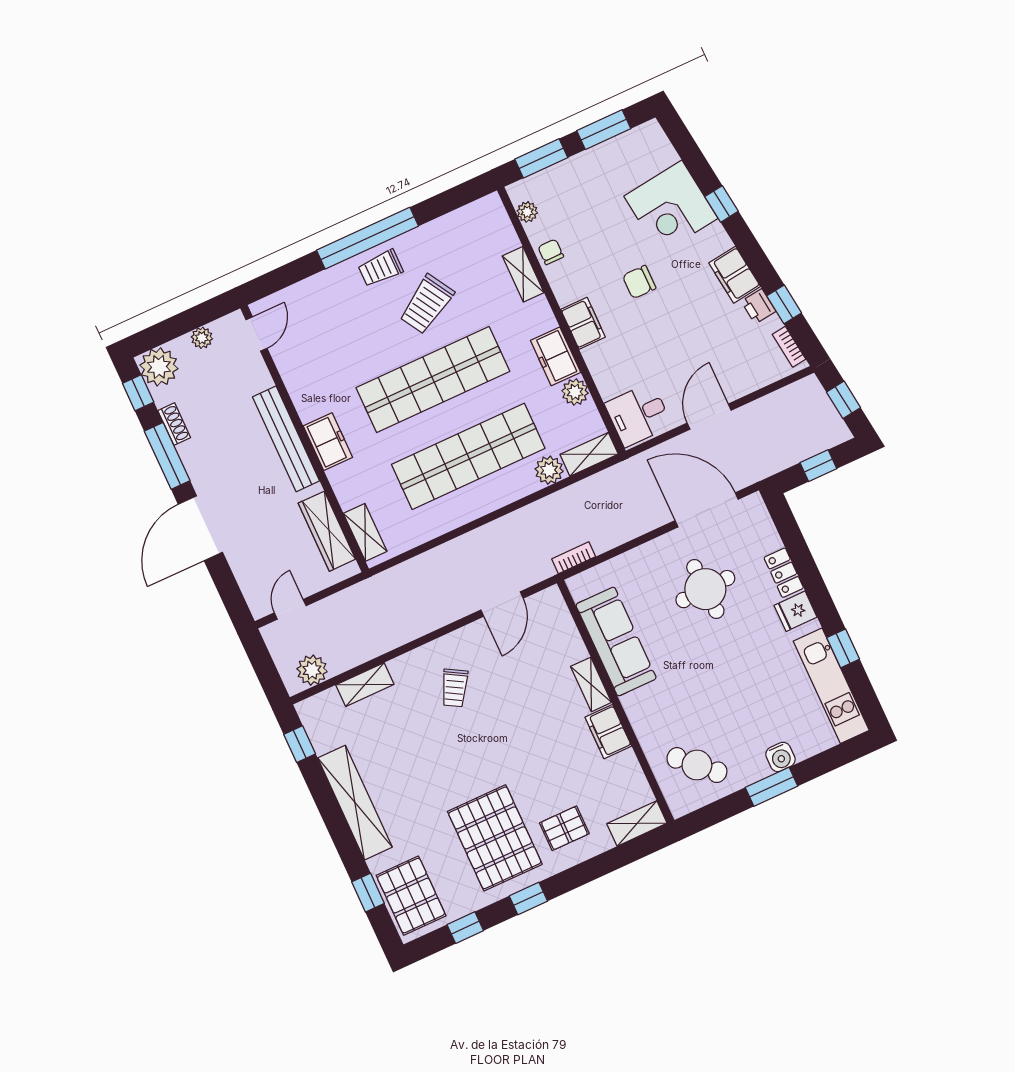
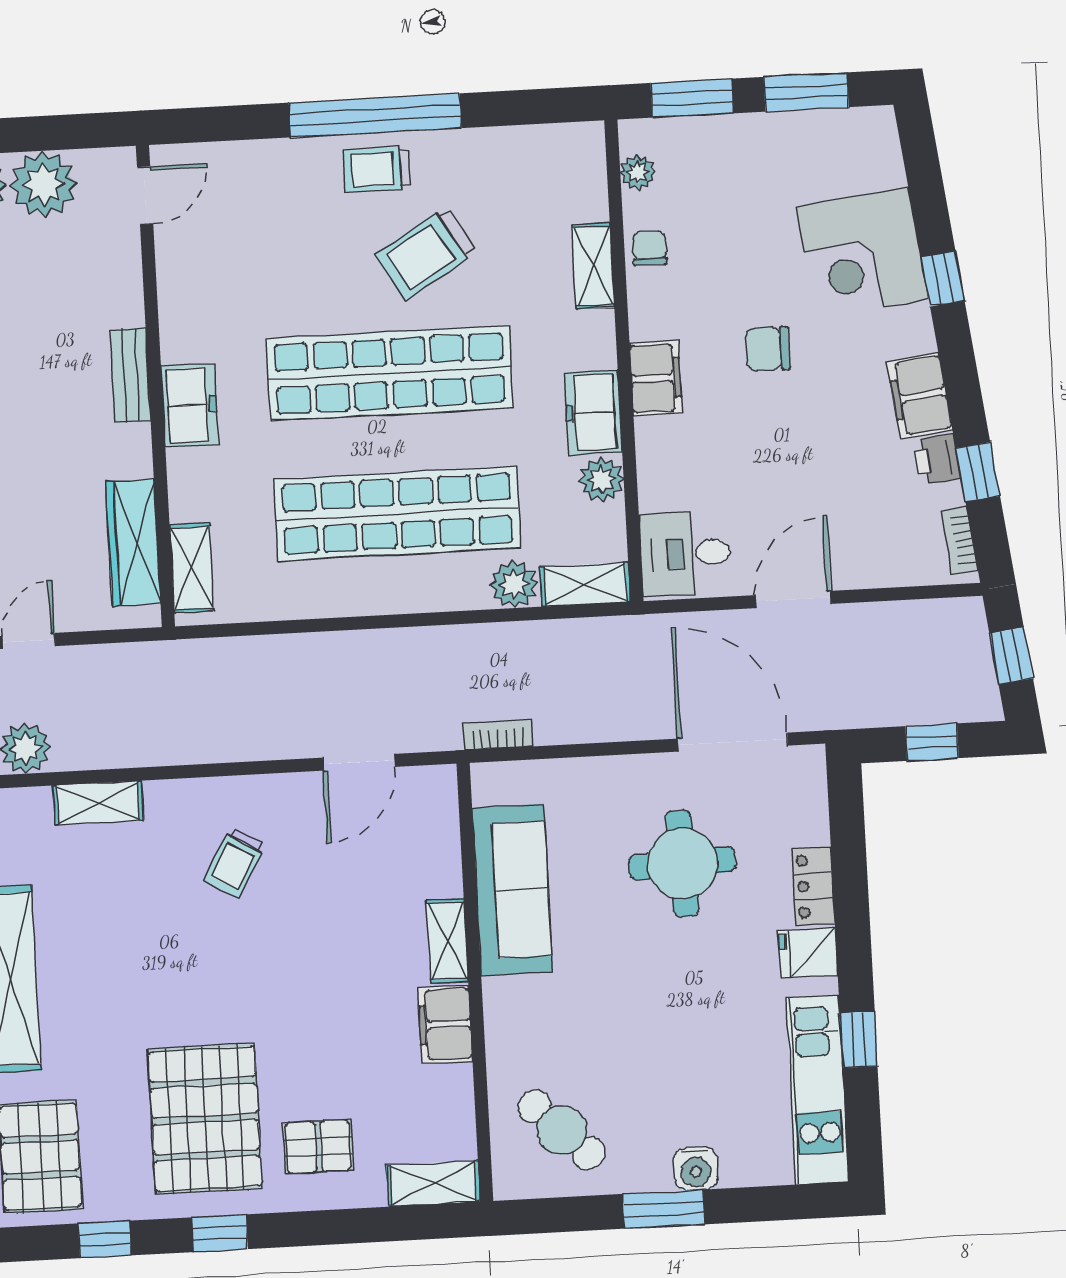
plant: (202, 338) -> (44, 184), width x1.87, depth x1.87
bench: (286, 439) -> (130, 375), width x0.54, depth x0.82

